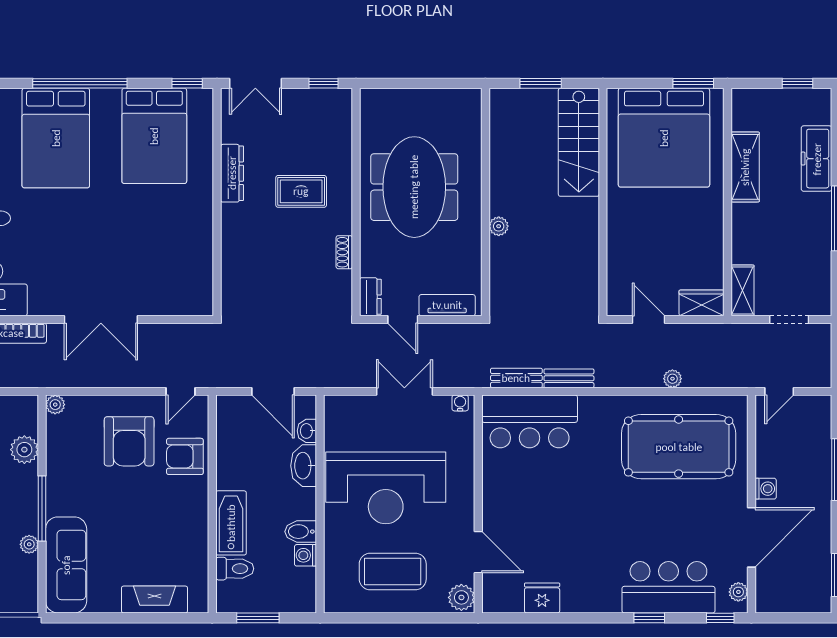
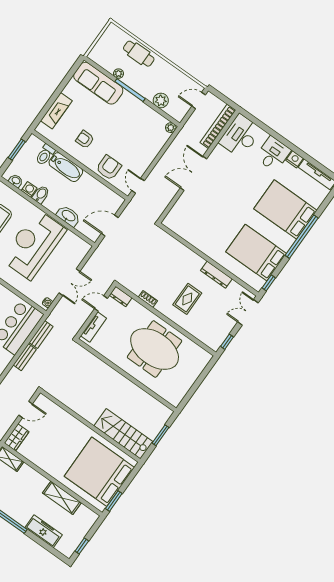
plant: (499, 226) -> (112, 373), removed
washbasin: (307, 431) -> (16, 181), moved
armchair: (129, 441) -> (85, 139), moved, width x0.53, depth x0.53

